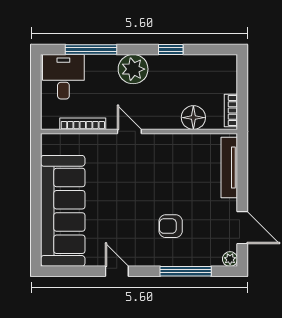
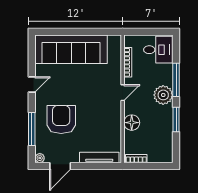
window: (91, 49) -> (176, 80), moved
window: (171, 49) -> (176, 119), width x1.50
floor lamp: (193, 118) -> (132, 123), moved
armchair: (171, 226) -> (61, 119), width x1.88, depth x1.88

